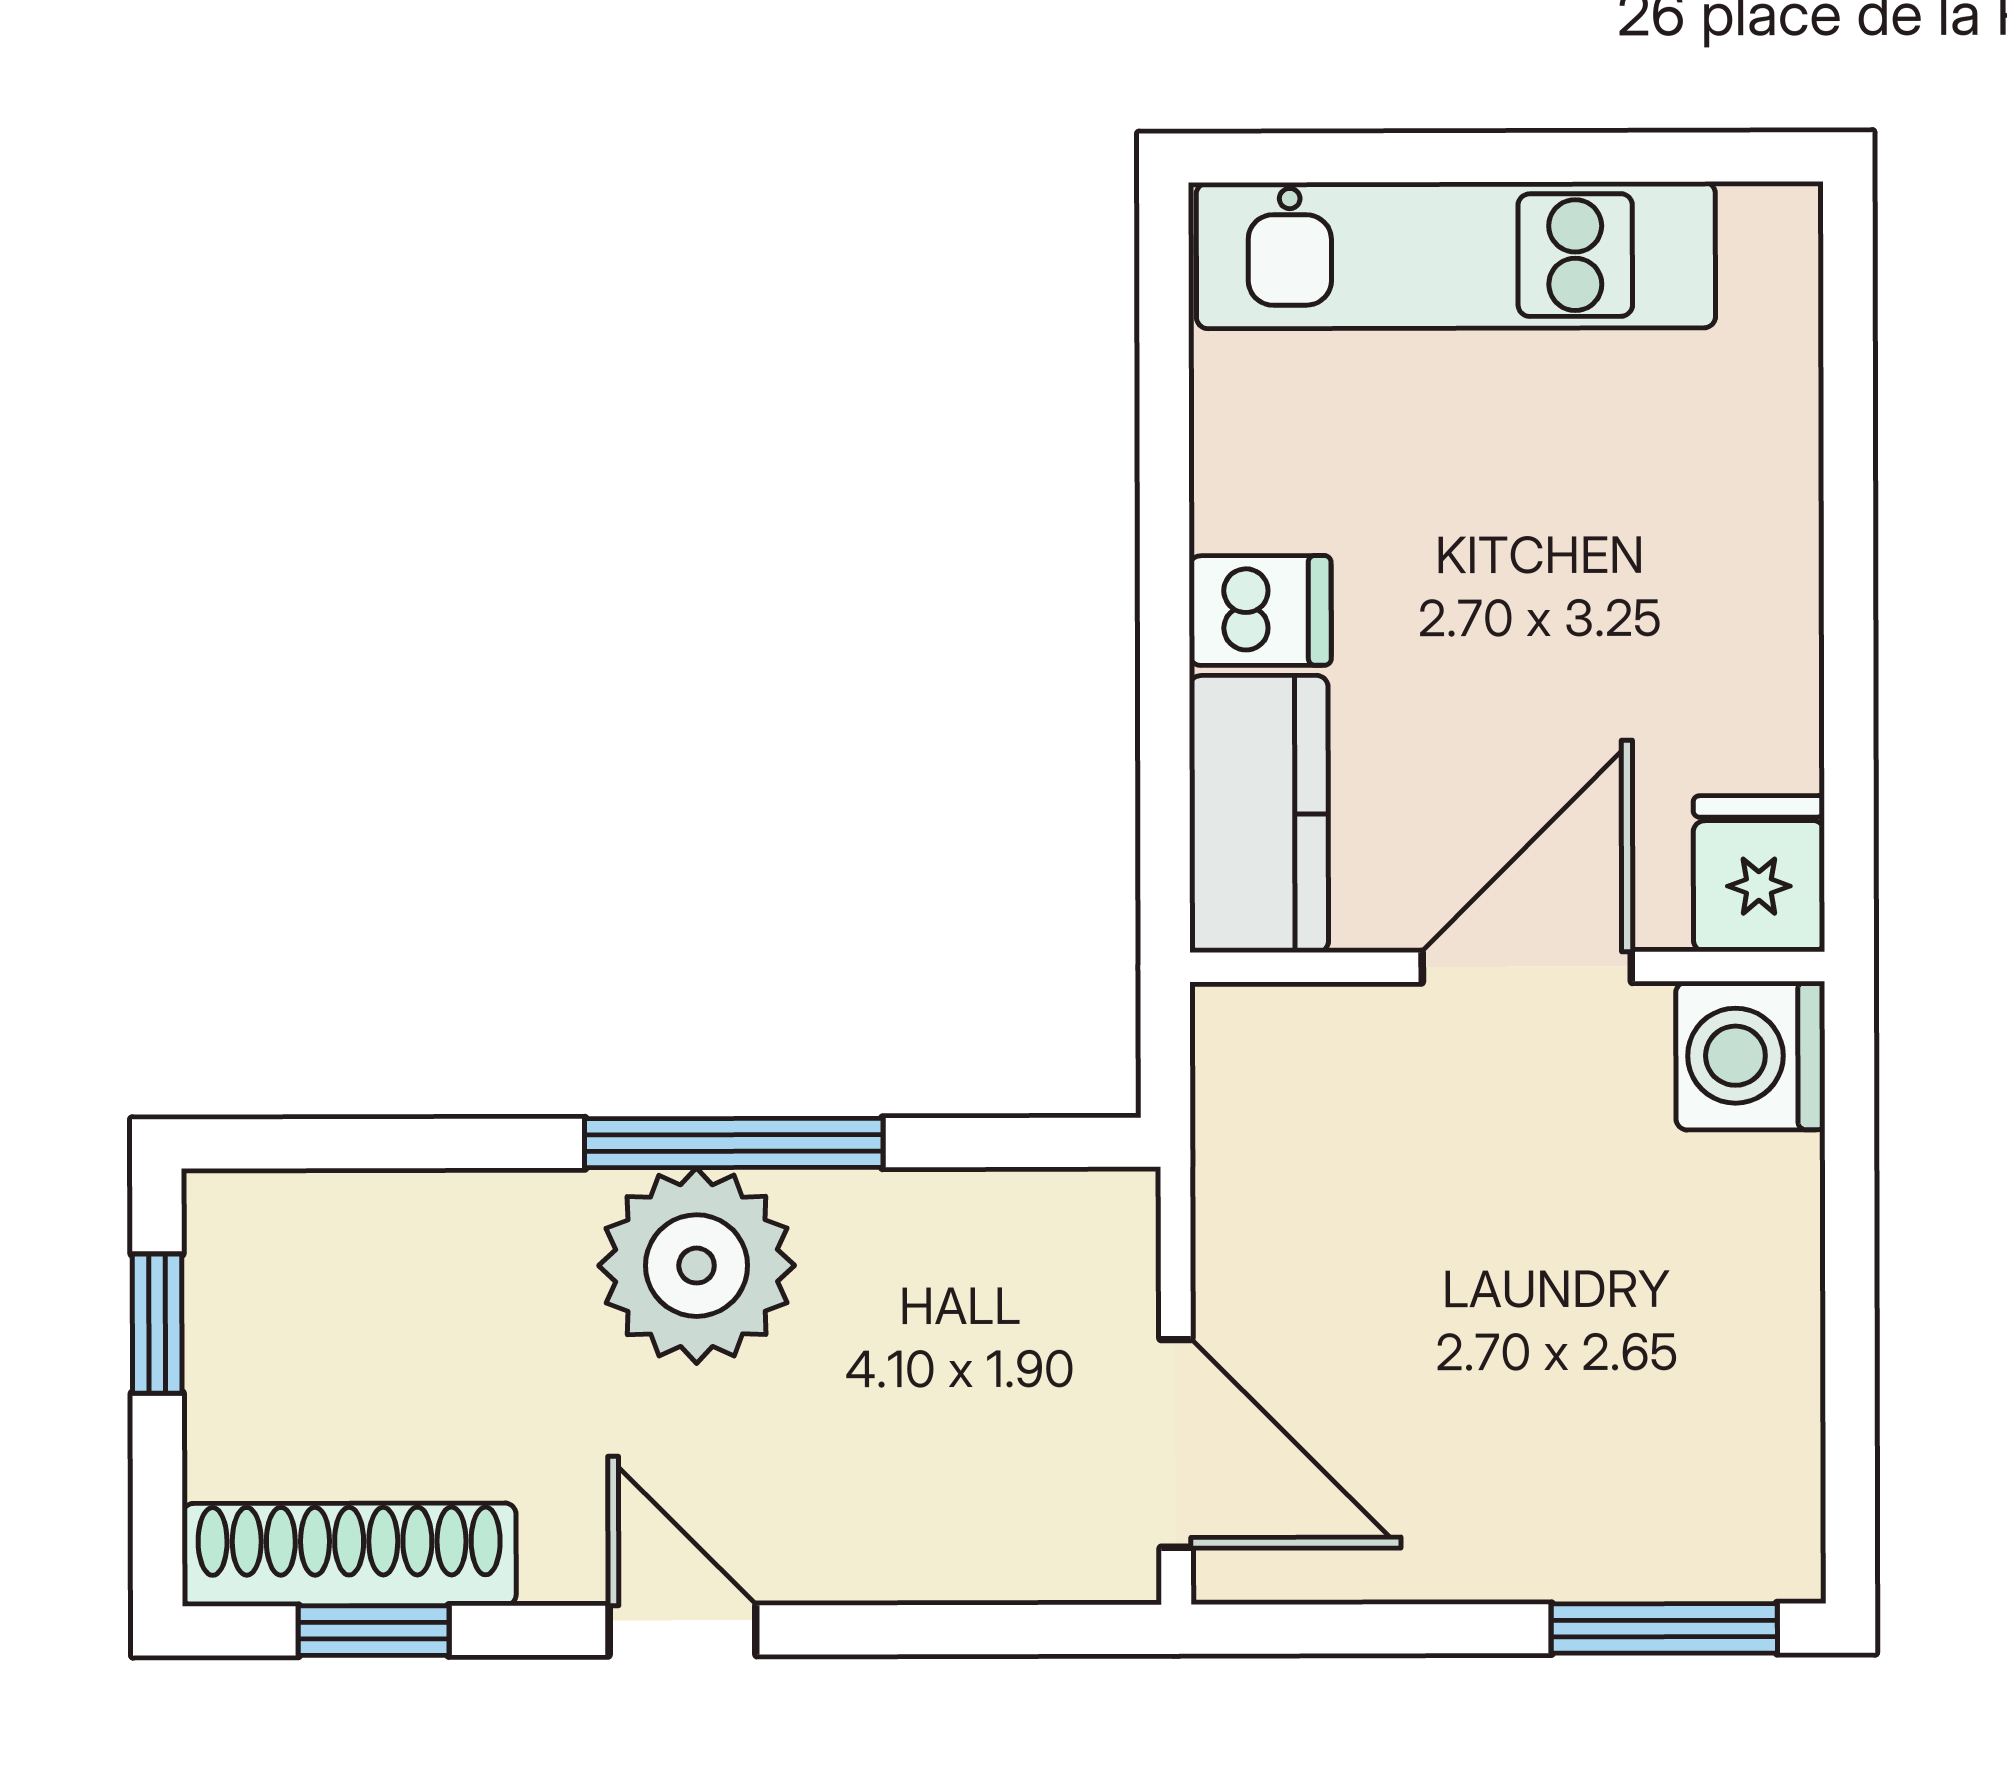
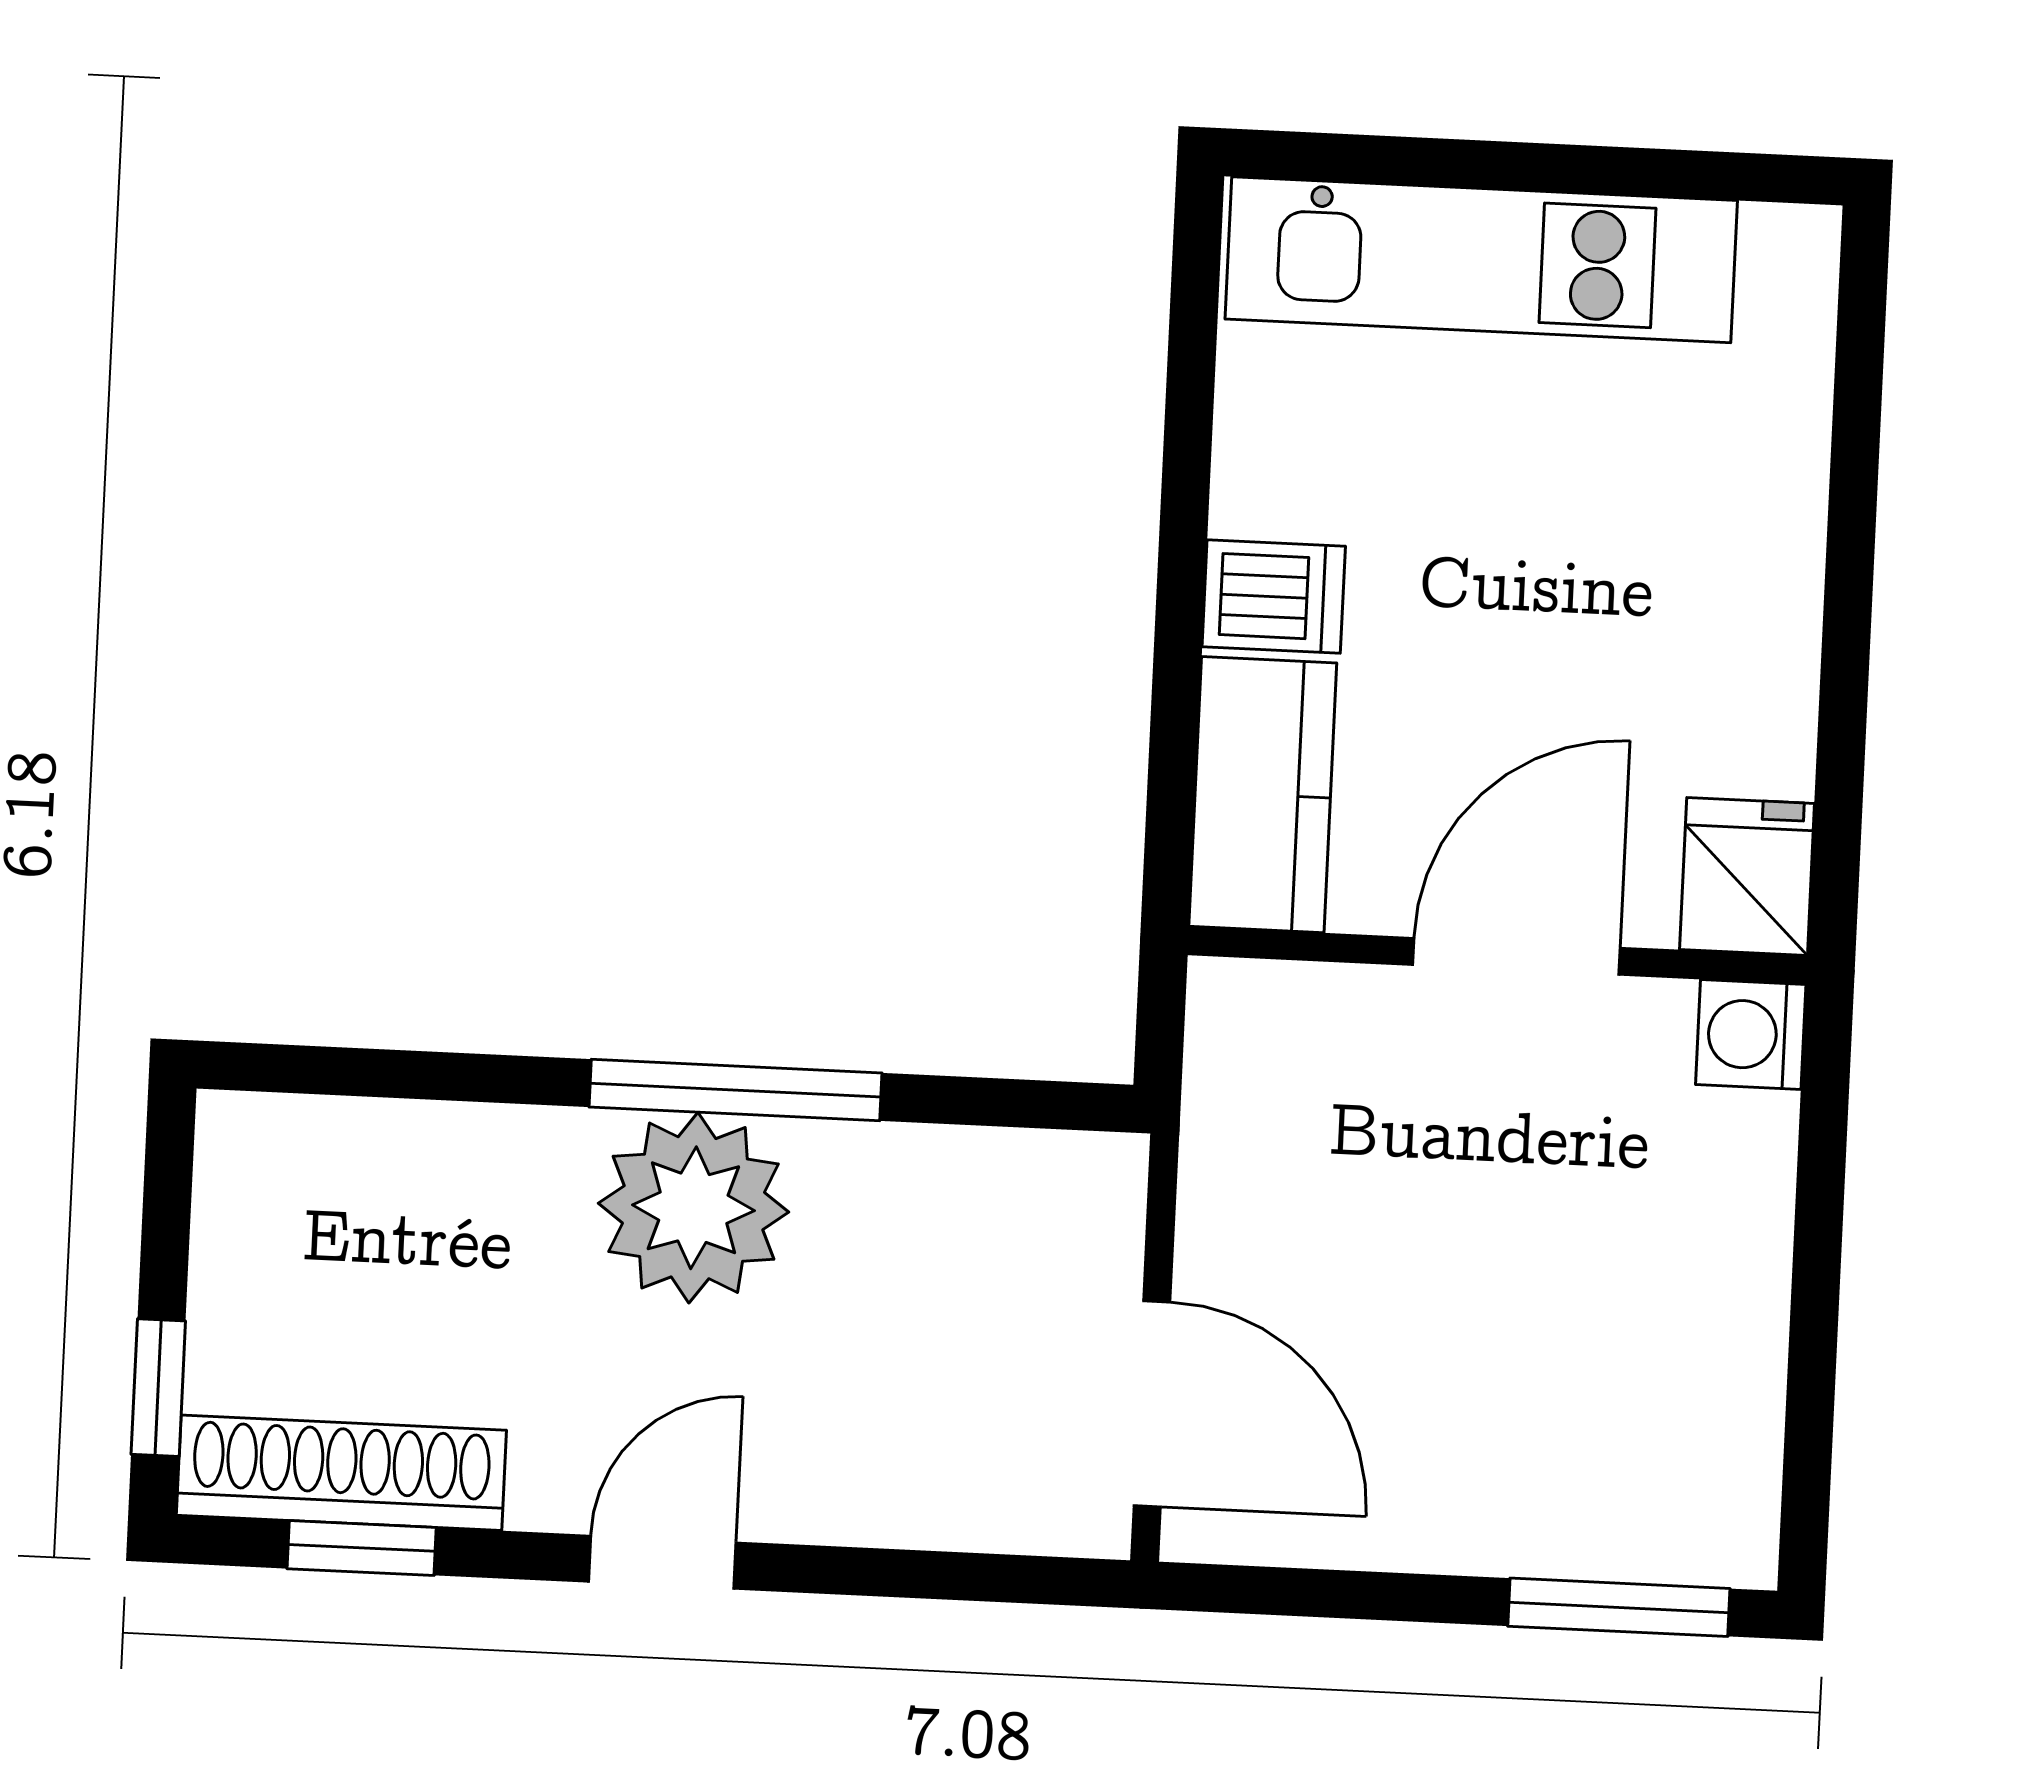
washing machine: (1750, 1056) -> (1751, 1035), width x0.73, depth x0.73
window: (157, 1324) -> (158, 1388), moved
door: (682, 1630) -> (662, 1562), hinge flipped

